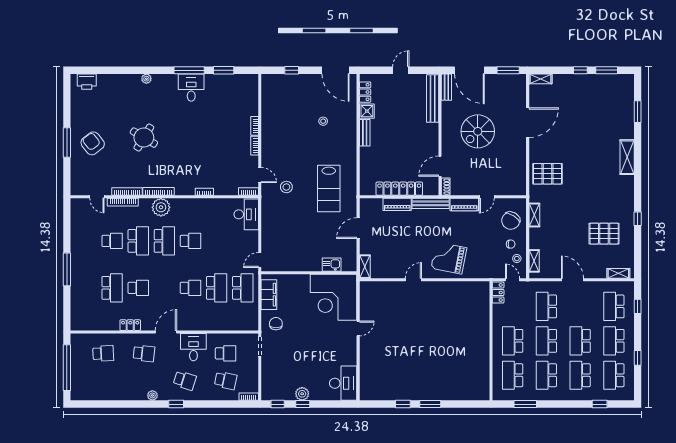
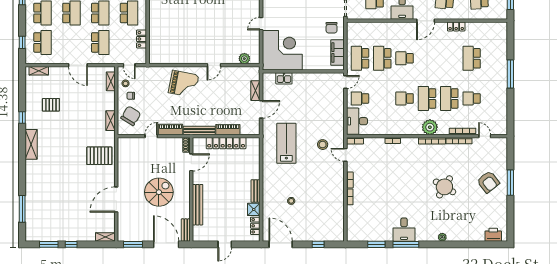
bench: (433, 99) -> (198, 205), moved
window: (638, 112) -> (22, 209), width x1.44
shelving: (627, 157) -> (31, 144), moved
pallet: (604, 234) -> (51, 105), width x0.67, depth x0.71
shelving: (365, 267) -> (255, 91), moved
school desk: (138, 288) -> (360, 98), moved
plant: (378, 288) -> (244, 59), added
locker: (498, 293) -> (142, 39), moved

